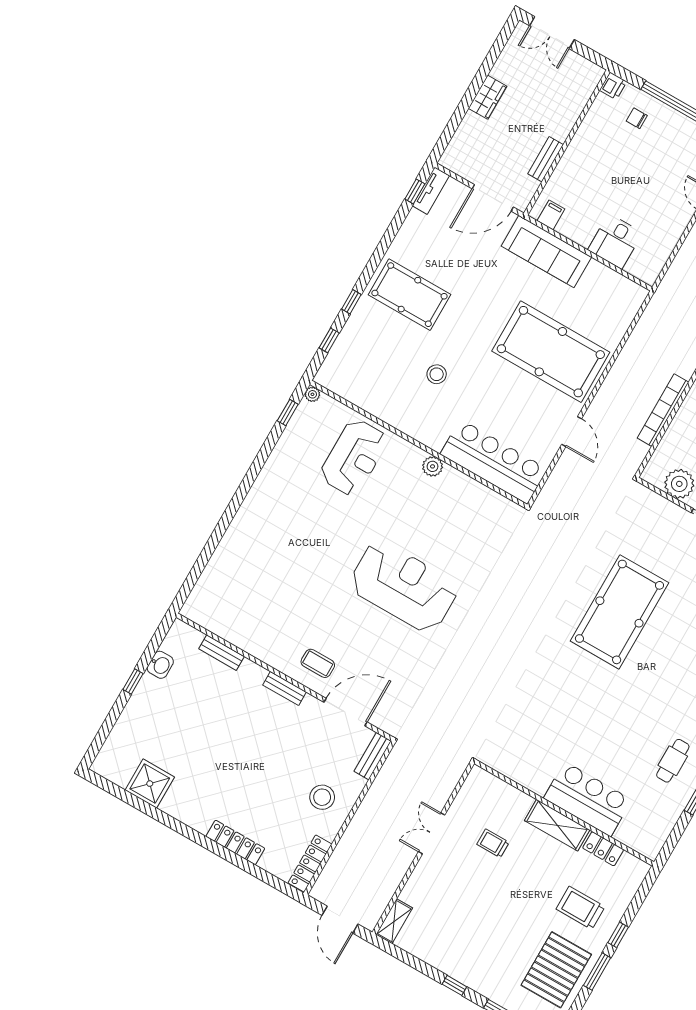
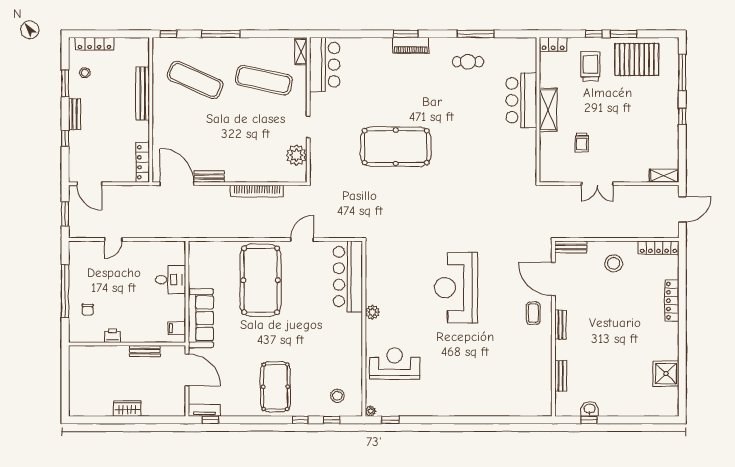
double door: (552, 33) -> (65, 392), removed
printer: (613, 86) -> (112, 336), moved
stool: (437, 374) -> (337, 396), moved
window: (133, 681) -> (589, 420), moved
locker: (603, 849) -> (553, 44), moved, turned 90
trolley: (581, 908) -> (590, 66), turned 180

